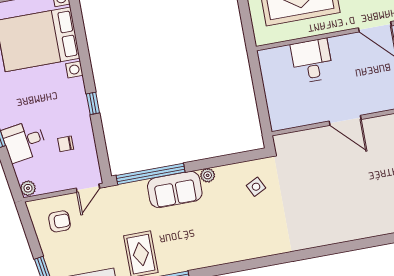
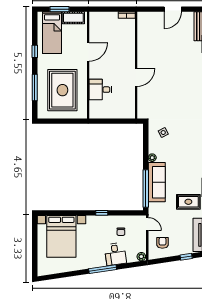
sofa: (175, 190) -> (157, 182), width x1.36

